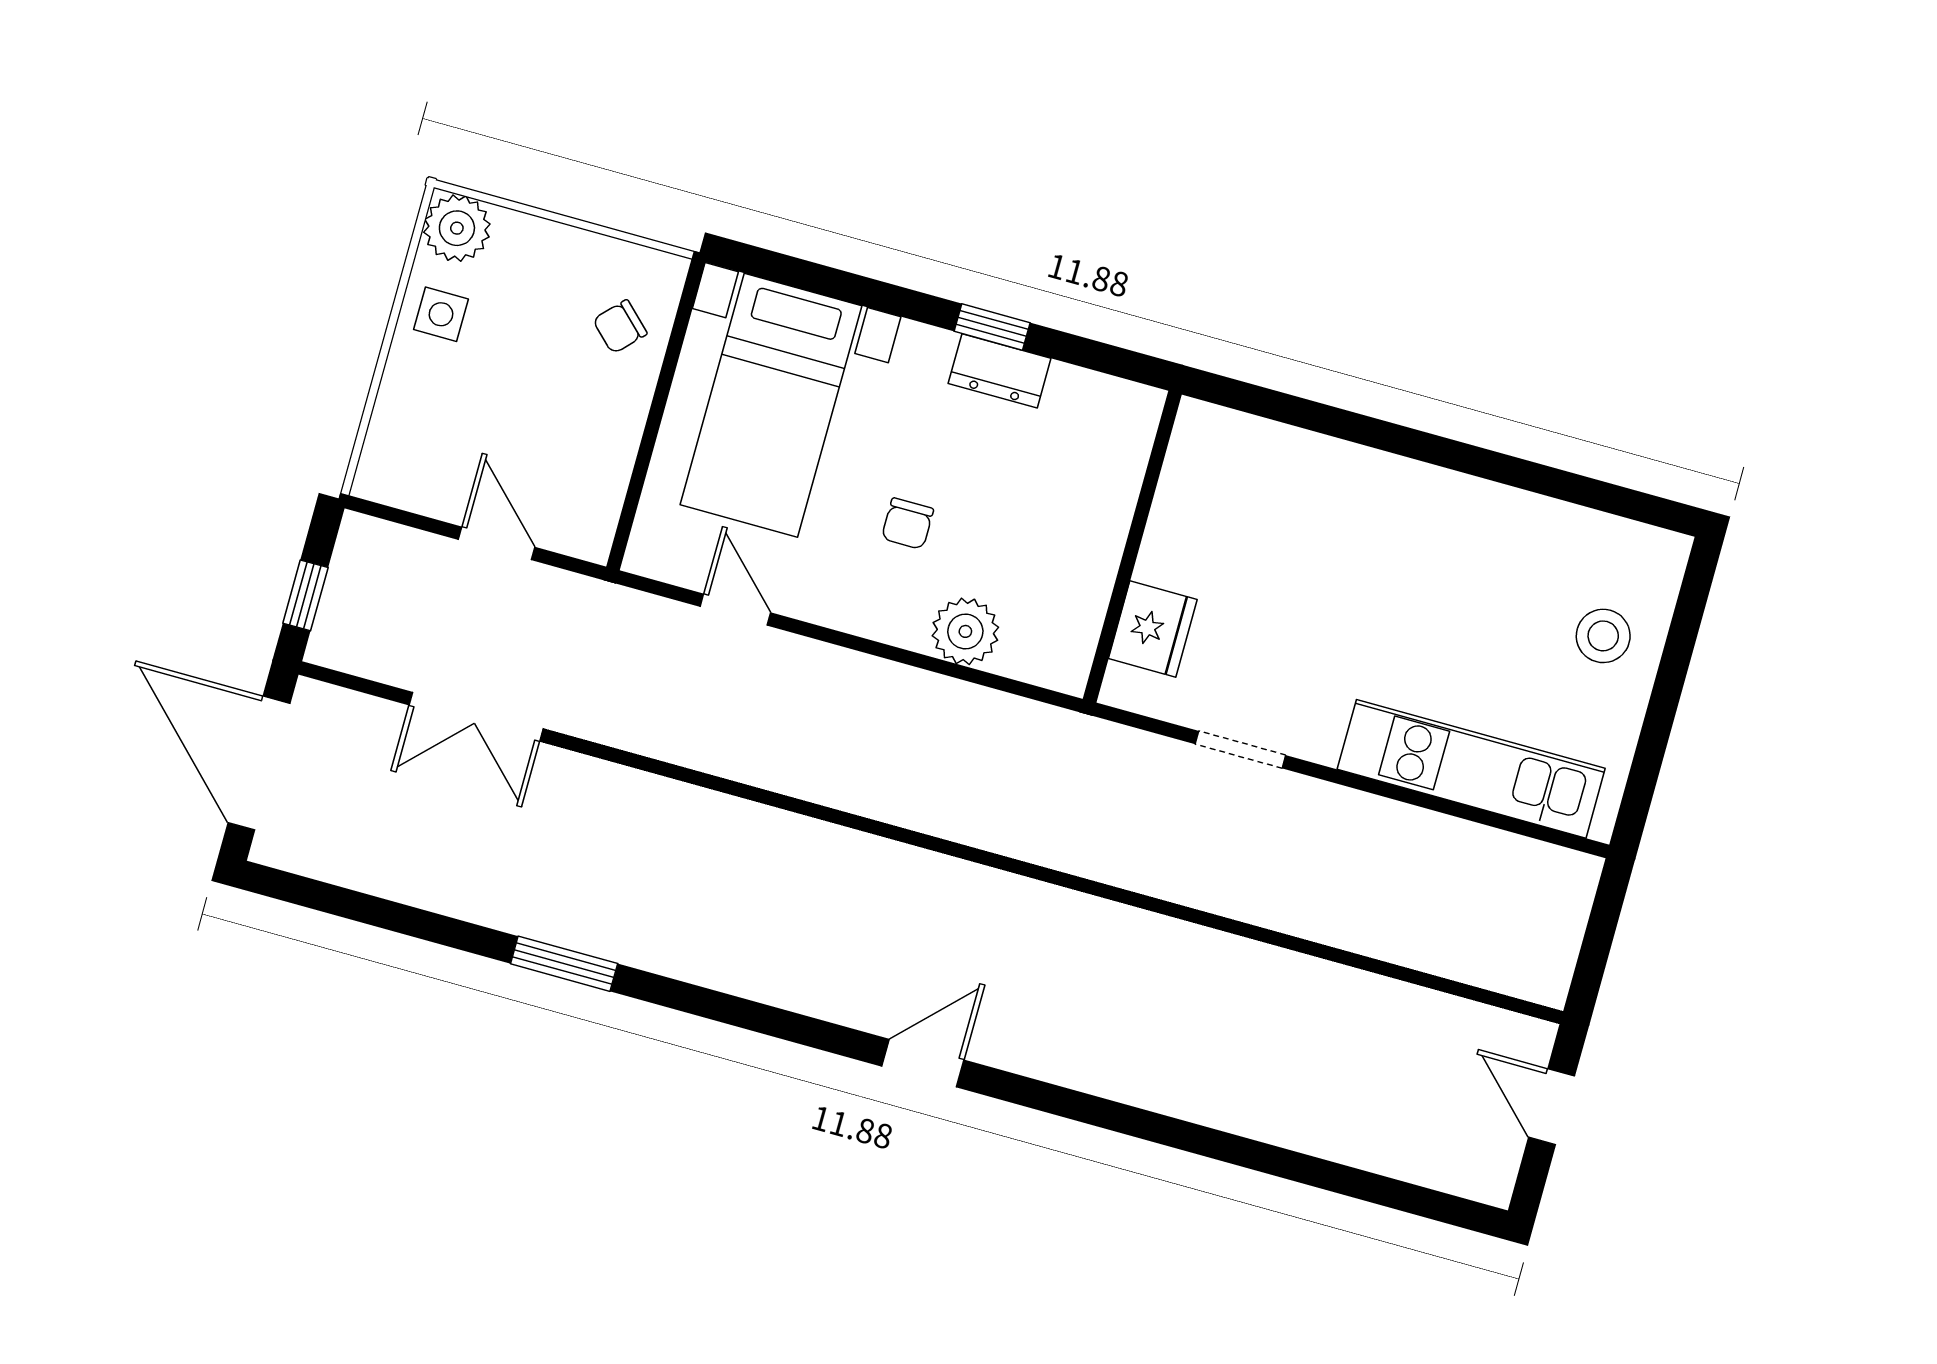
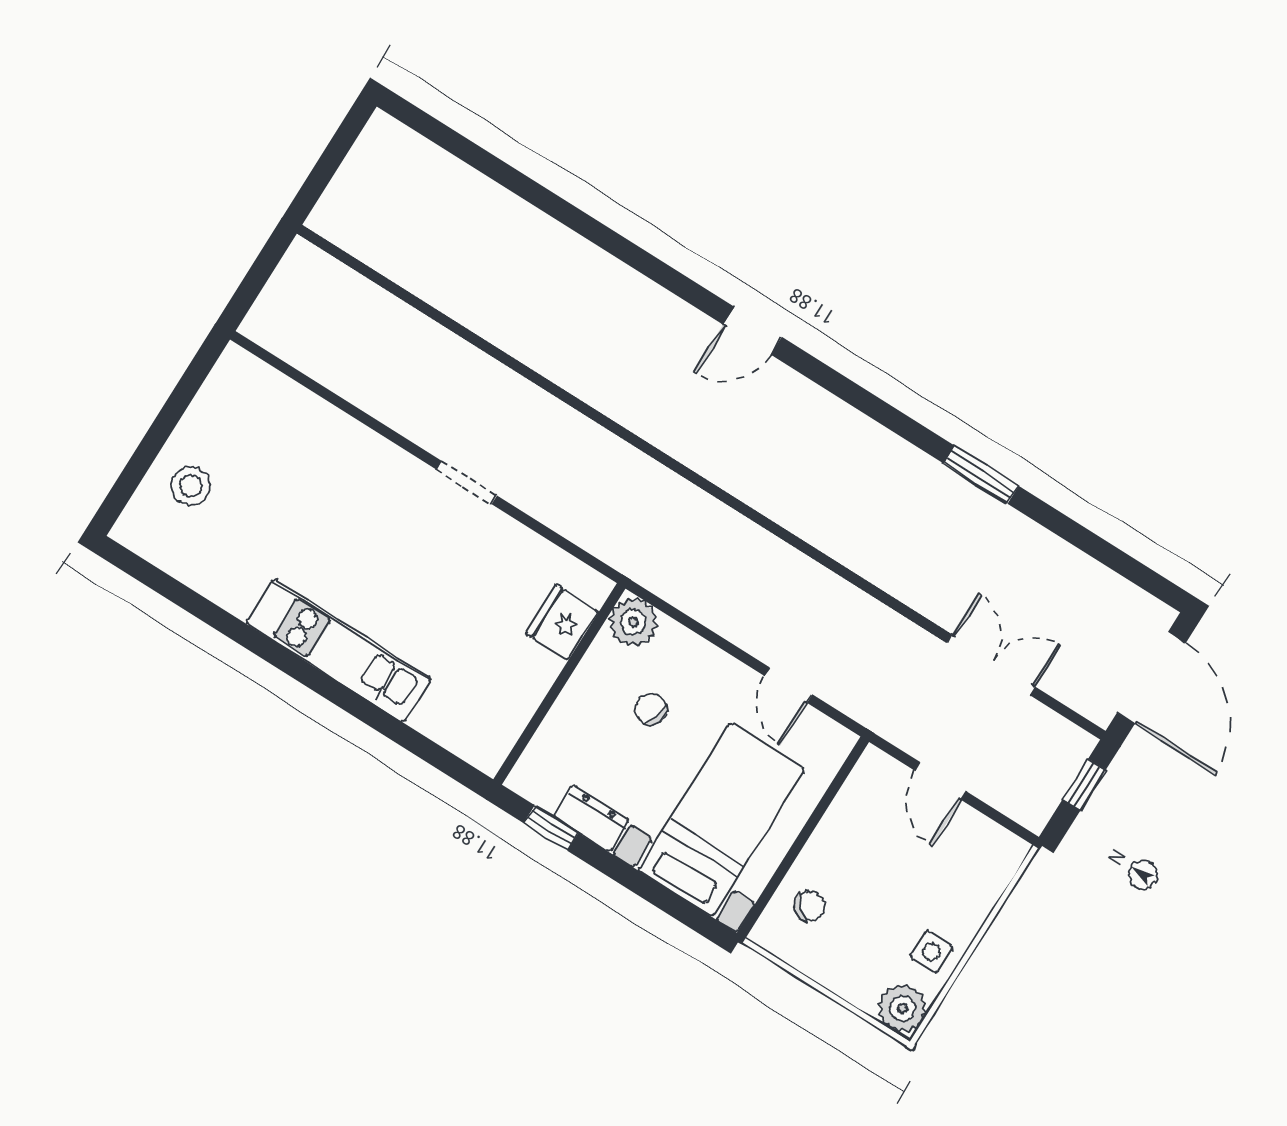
dresser: (1000, 371) -> (591, 819), moved
chair: (908, 524) -> (651, 709), turned -74
wall: (1132, 547) -> (559, 684), moved
fridge: (1153, 629) -> (562, 622), moved
kitchen unit: (1471, 769) -> (339, 651), moved, turned 180
door: (1552, 1107) -> (325, 169), removed

